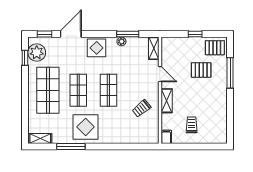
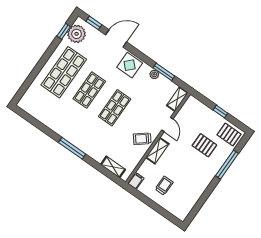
trolley: (142, 108) -> (142, 139), moved
display table: (86, 127) -> (74, 125), removed
shelving: (40, 138) -> (113, 167), moved
window: (71, 146) -> (72, 148), moved

